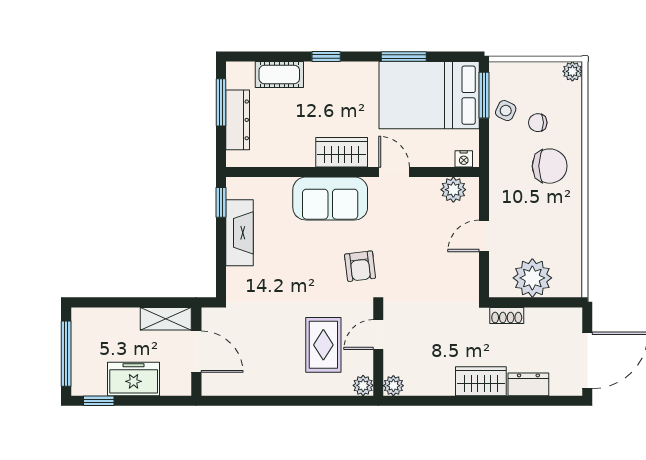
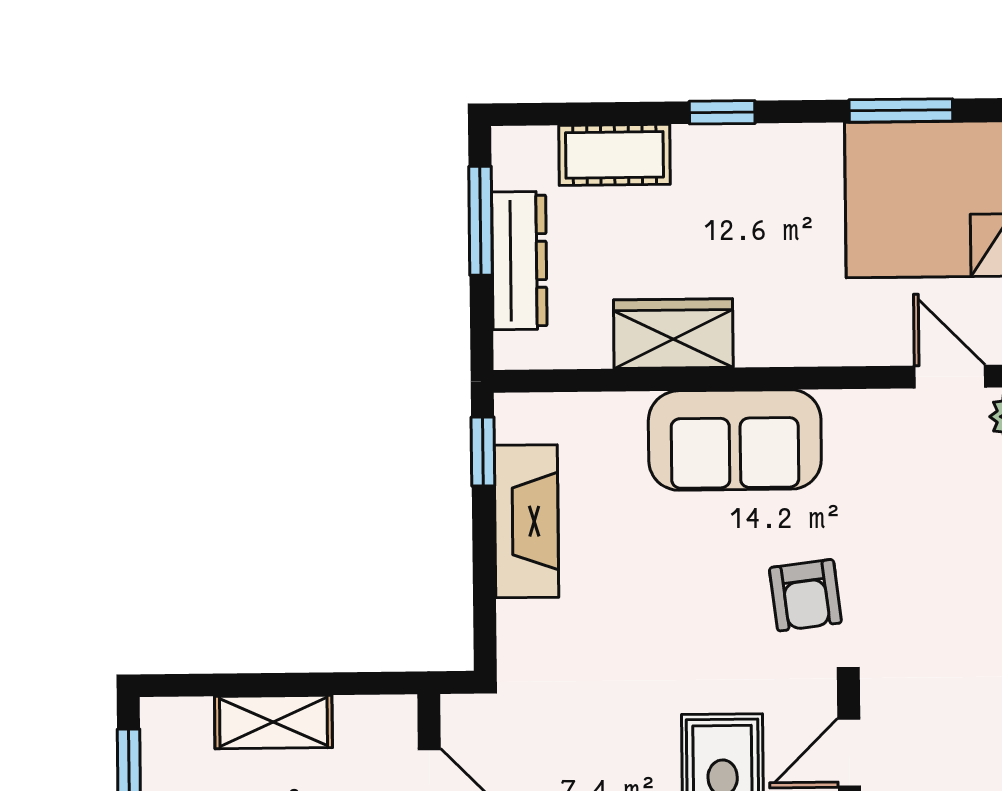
wardrobe: (342, 152) -> (673, 334), moved
door: (394, 172) -> (950, 377), moved
shelving: (166, 319) -> (273, 722), moved

